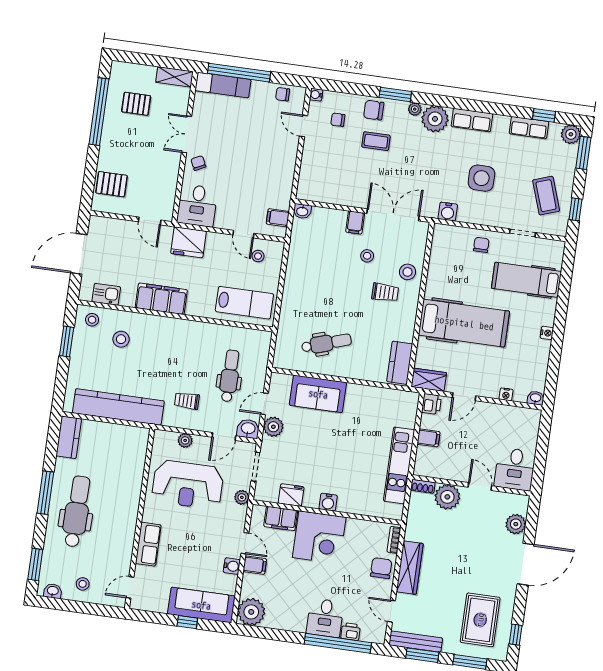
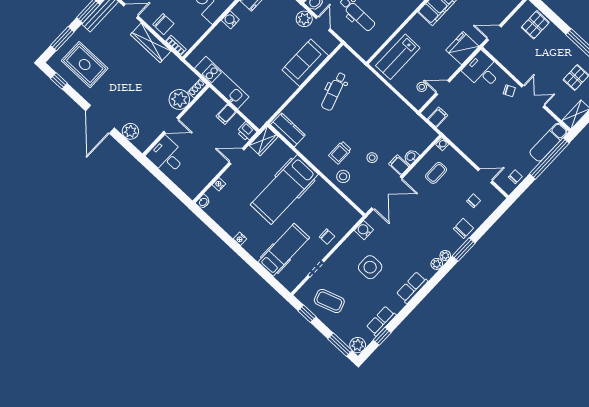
water cooler: (316, 95) -> (442, 144), moved
plant: (435, 119) -> (437, 264), width x0.53, depth x0.53
coffee table: (376, 141) -> (436, 173), moved
washbasin: (302, 211) -> (411, 157), moved
door: (464, 397) -> (237, 156), hinge flipped

